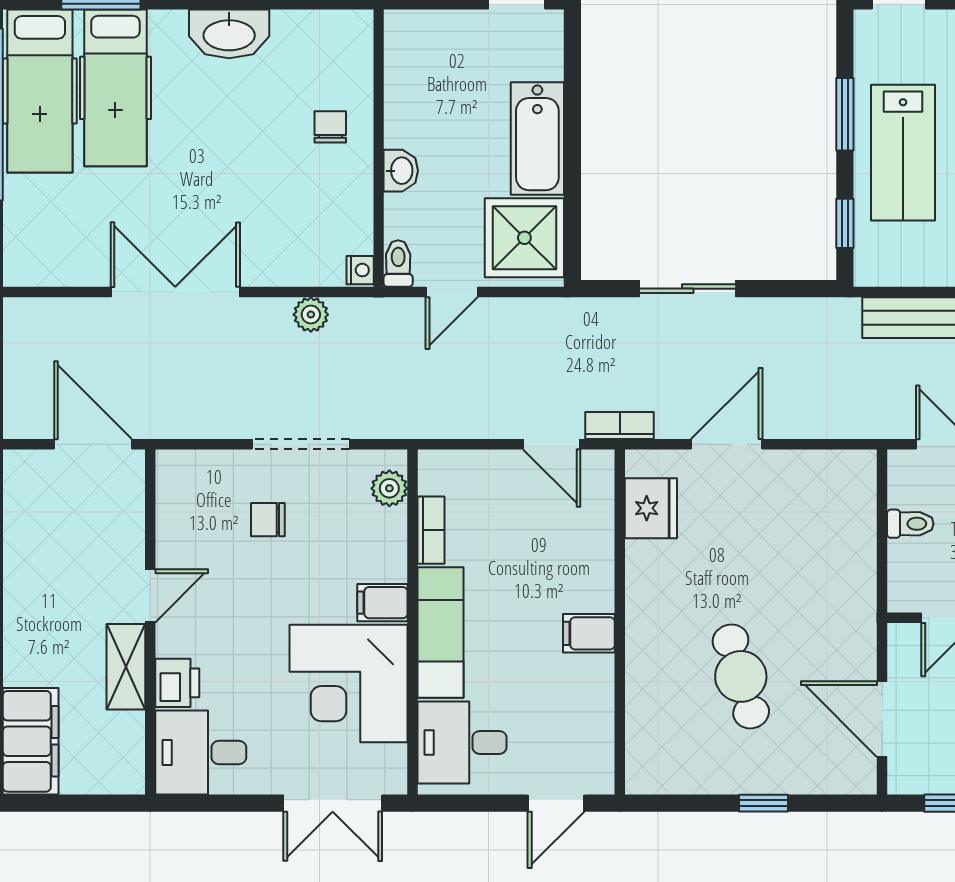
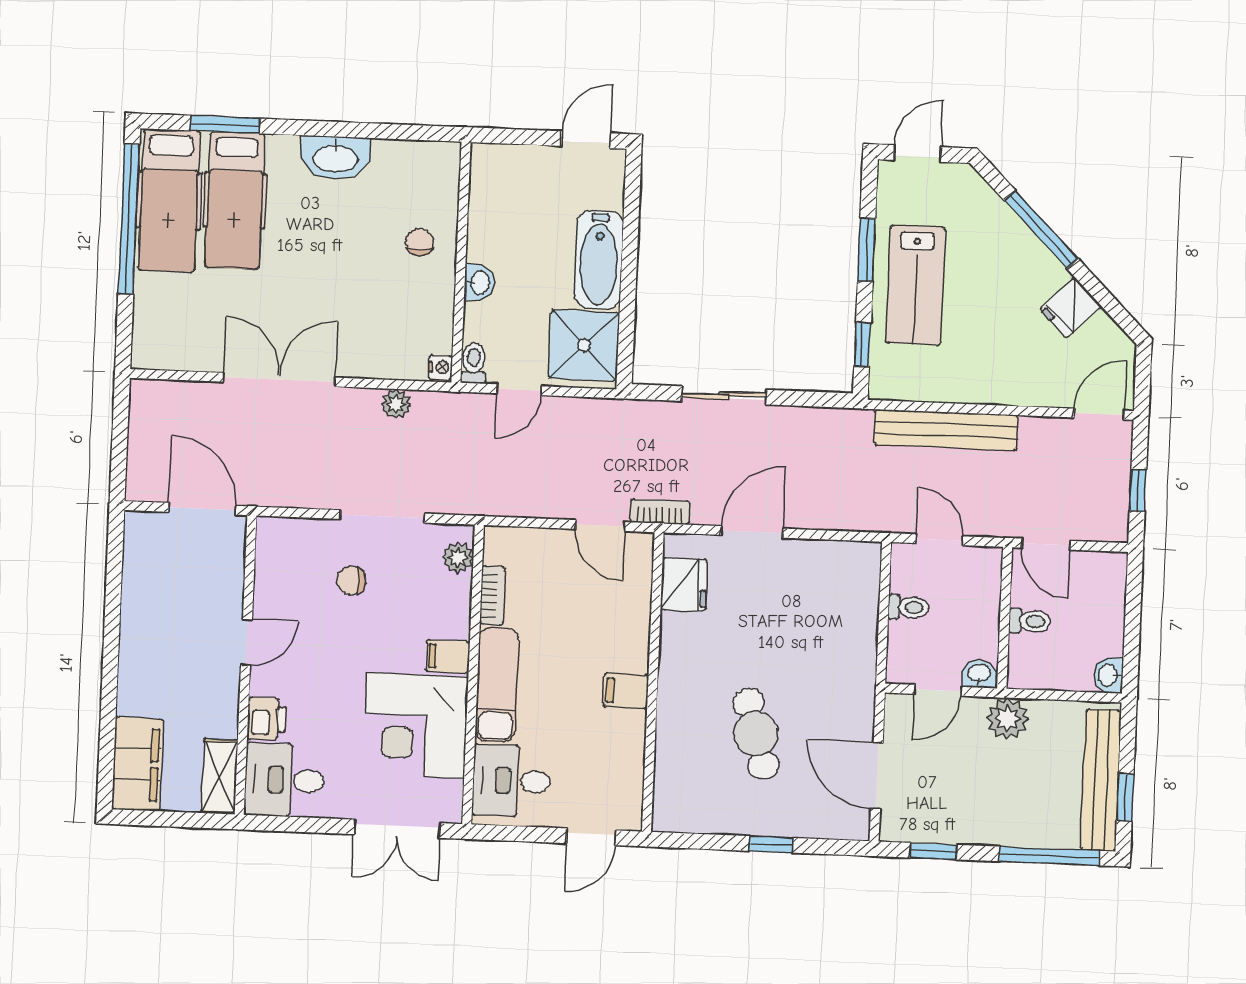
shelving: (126, 667) -> (220, 777), moved

